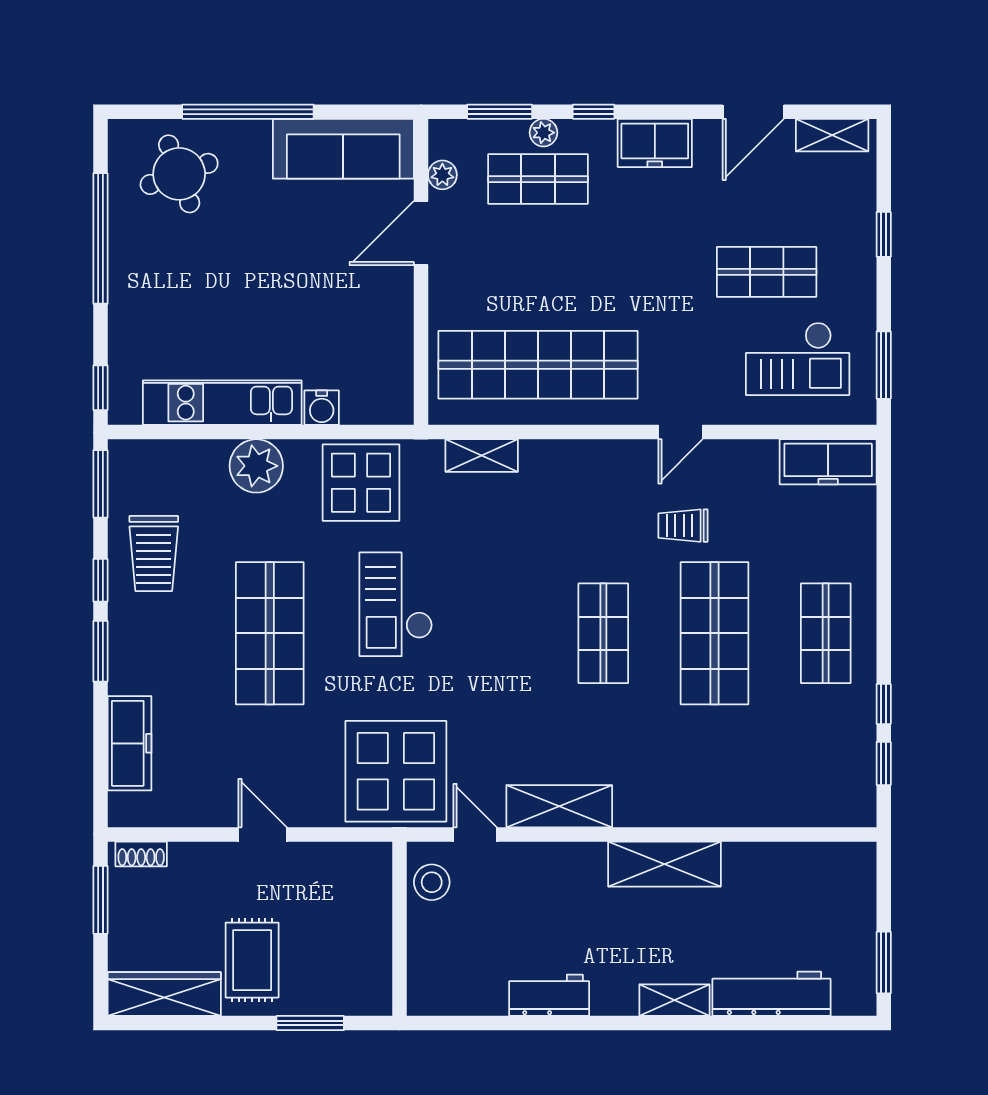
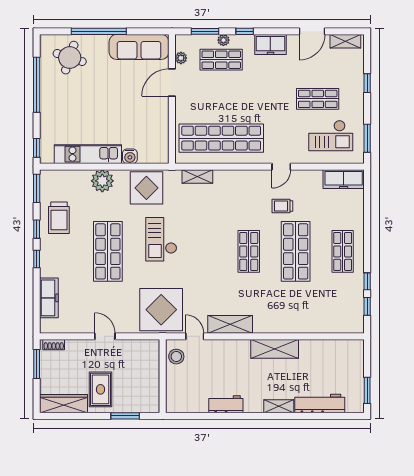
round table: (179, 174) -> (70, 58), turned 38
window: (100, 651) -> (37, 259), width x0.67

